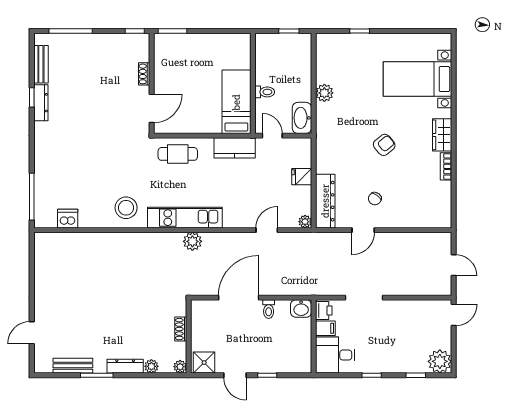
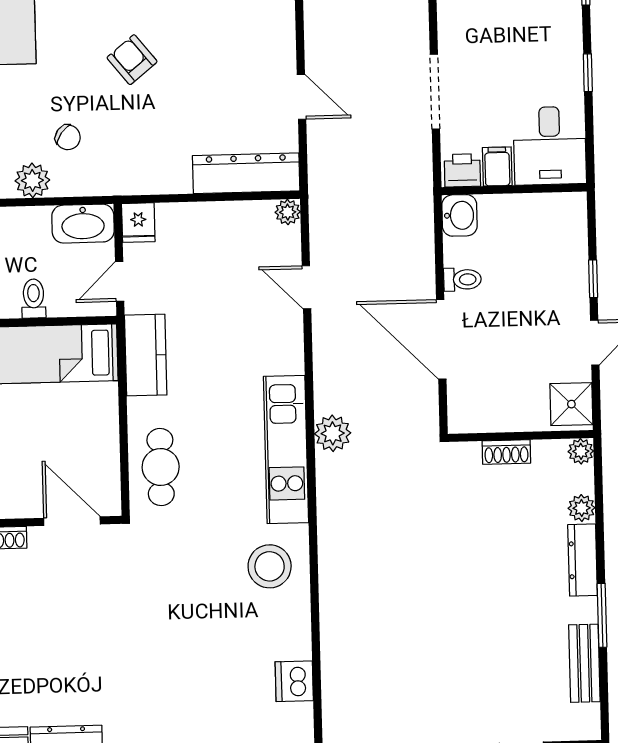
fridge: (302, 177) -> (138, 223), moved
chair: (375, 199) -> (68, 137), moved

